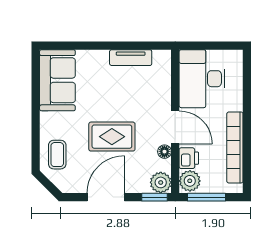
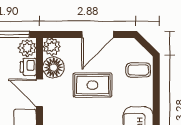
floor lamp: (164, 152) -> (53, 67), width x1.89, depth x1.89
coffee table: (57, 155) -> (138, 70), turned 90
window: (154, 197) -> (57, 34), removed

